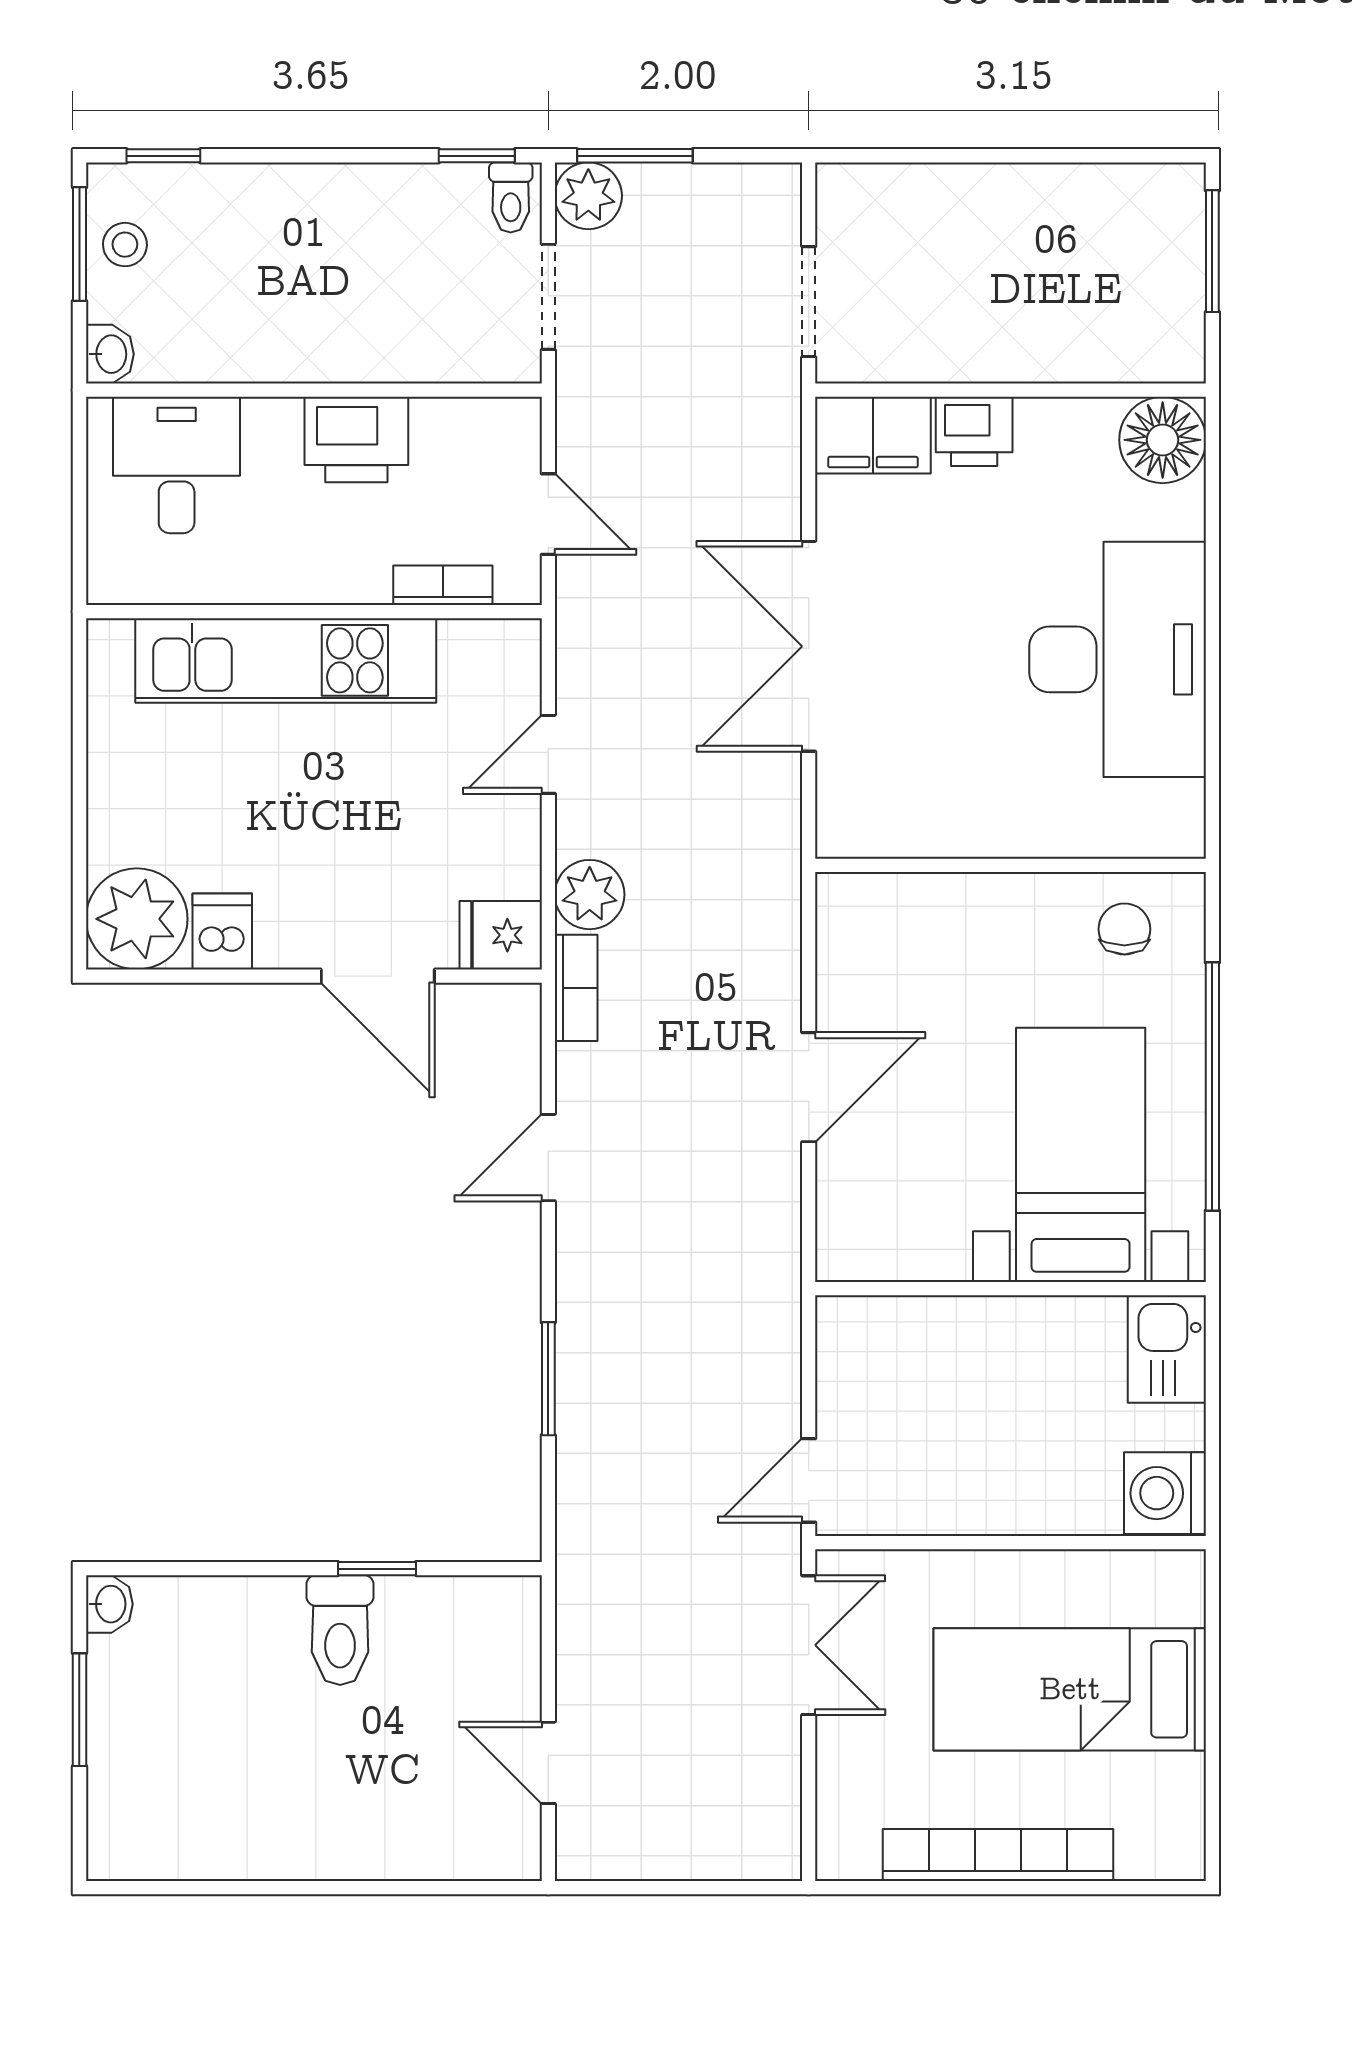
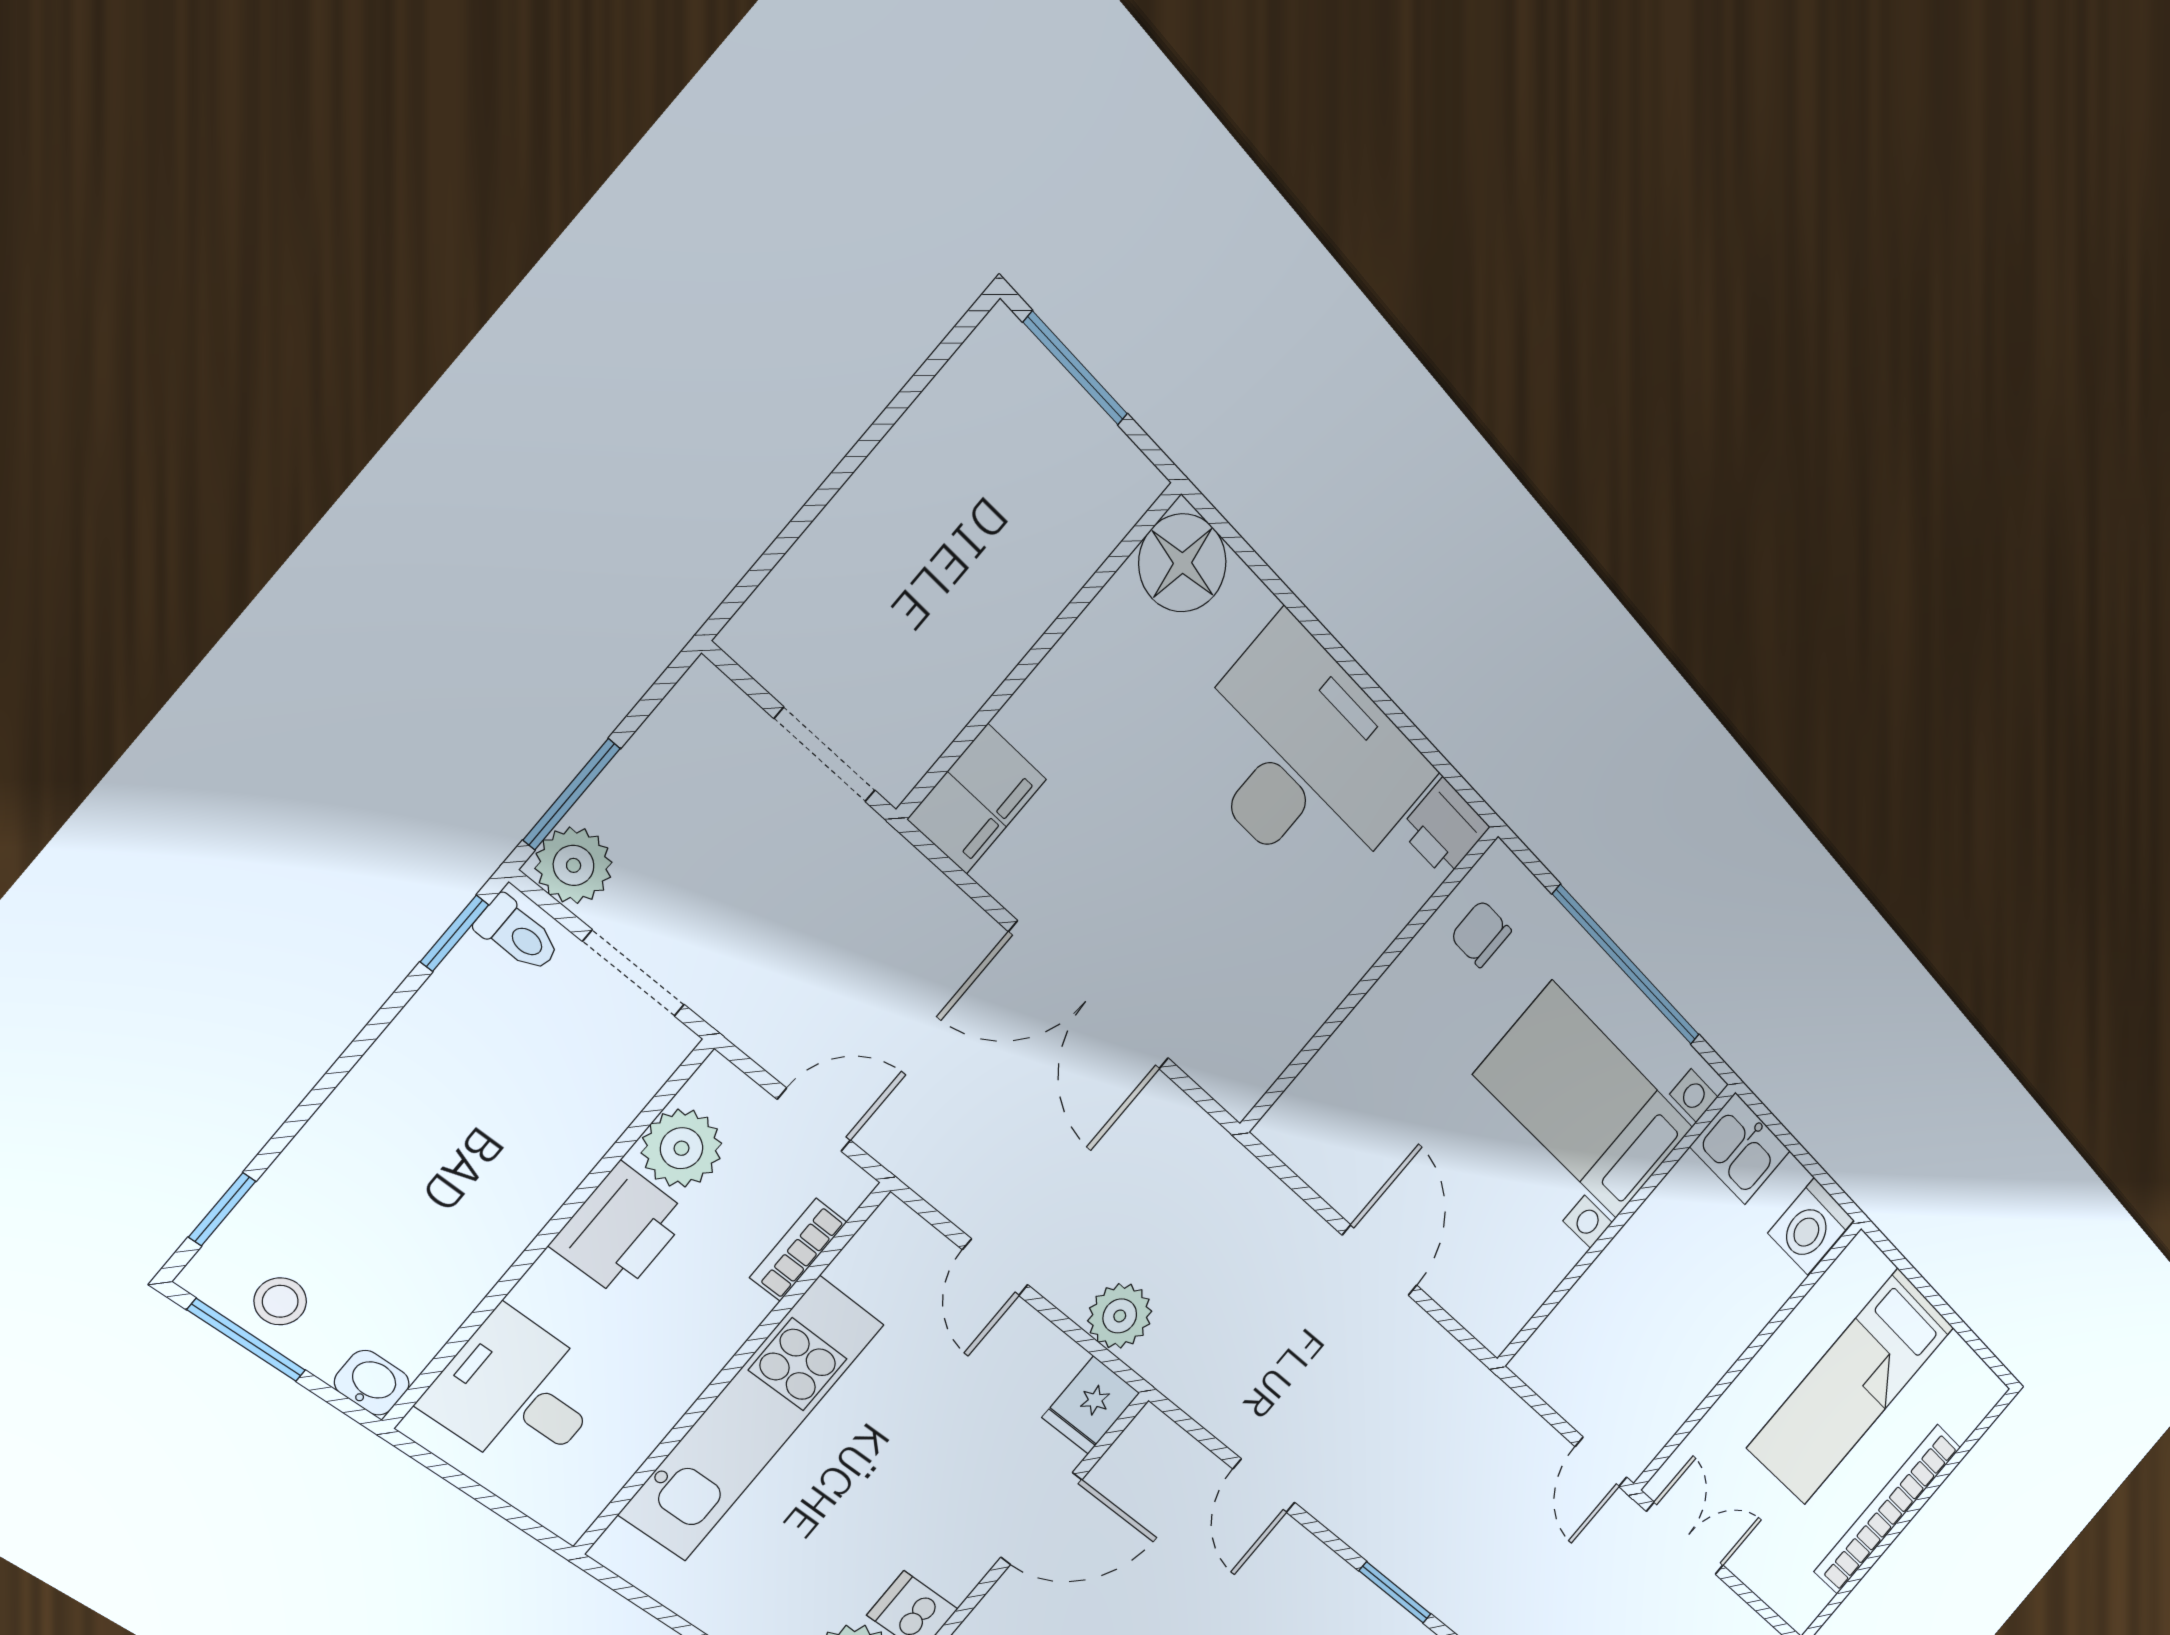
printer: (974, 431) -> (1444, 828), moved, turned 90
plant: (451, 434) -> (682, 1148), added
bookcase: (576, 988) -> (1173, 1377), removed

